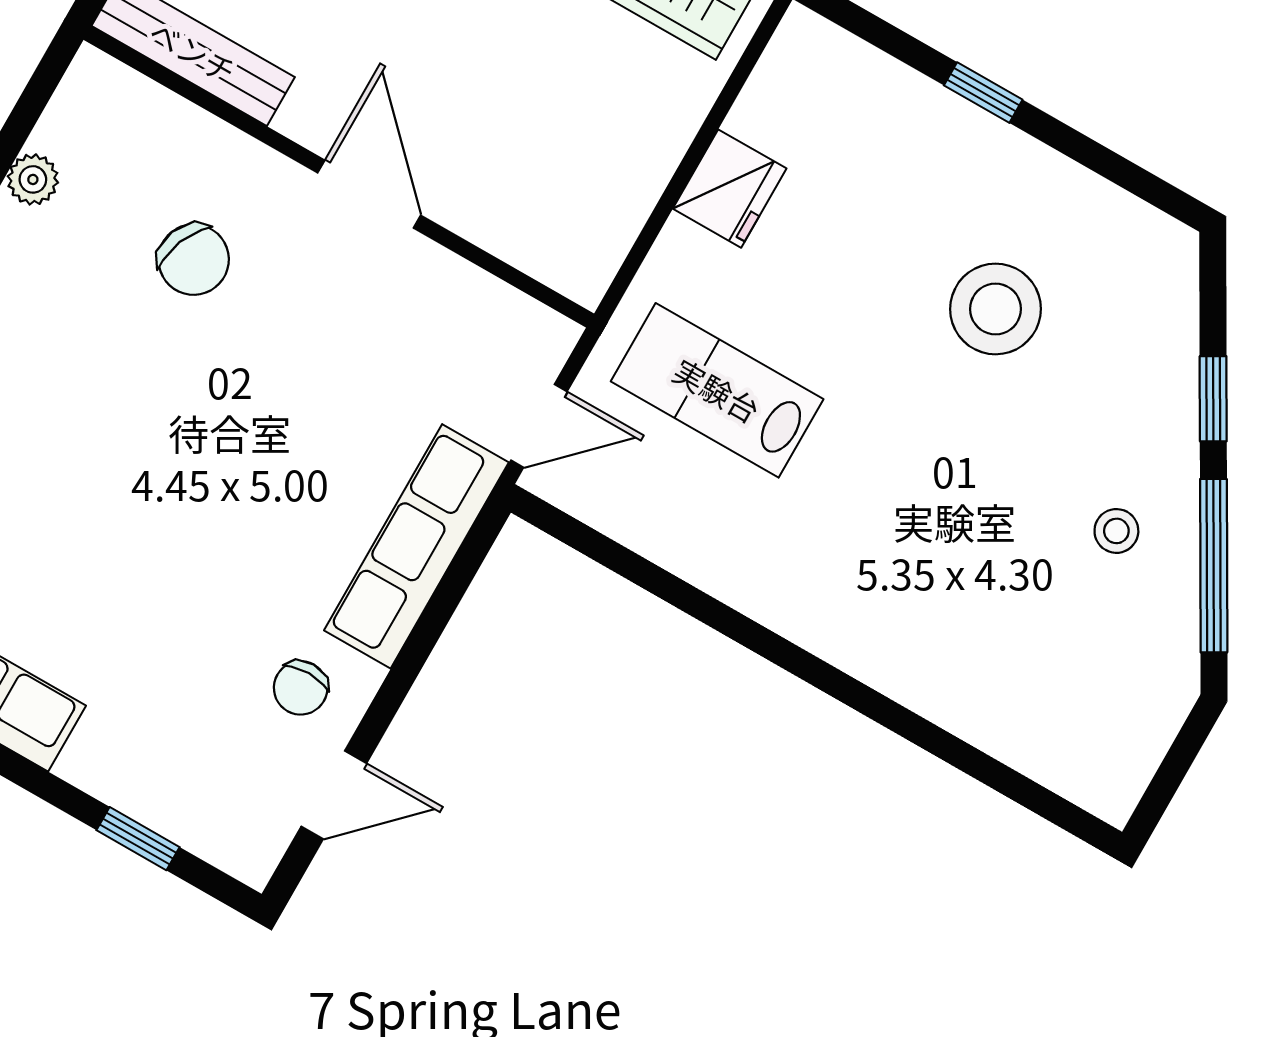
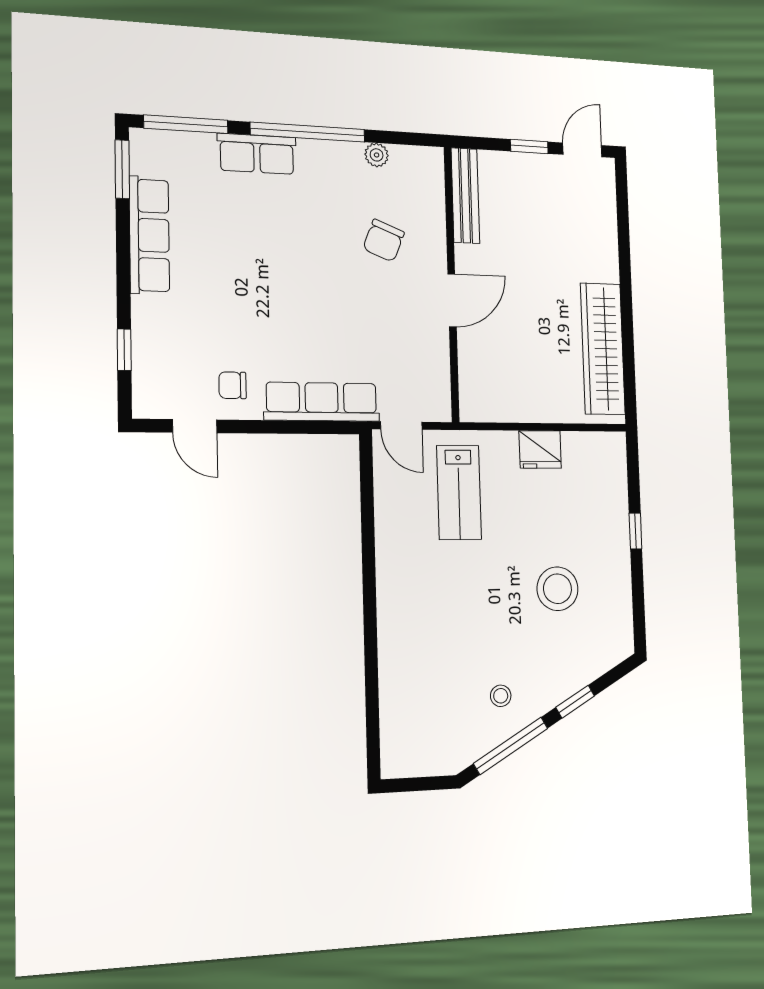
lab bench: (717, 390) -> (459, 492), turned 180

